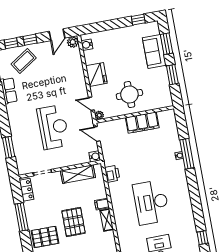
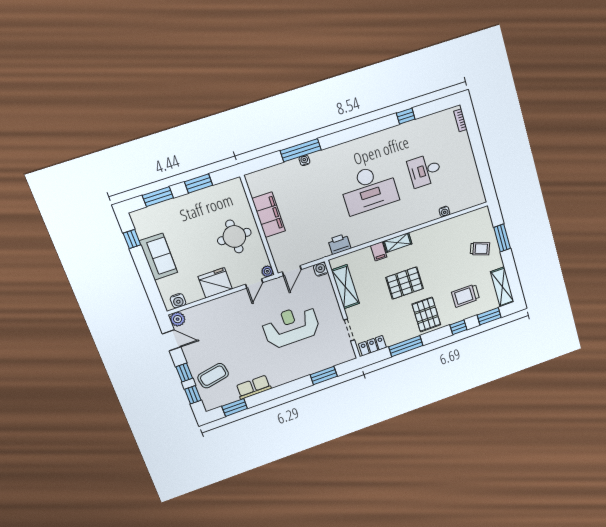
sofa: (154, 51) -> (158, 257), moved, turned -90
coffee table: (24, 61) -> (213, 376), turned -68

